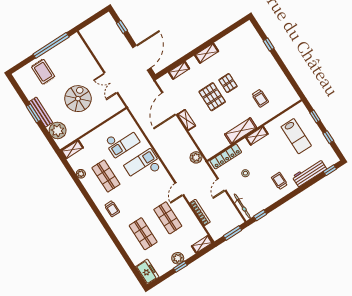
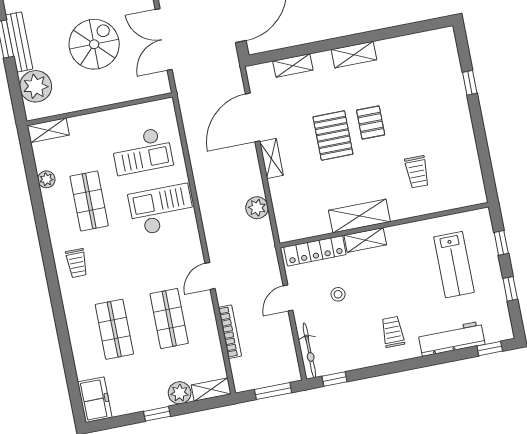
double door: (111, 83) -> (164, 39), width x1.37
shelving: (257, 136) -> (365, 240), moved
plant: (196, 157) -> (257, 208), moved
plant: (178, 258) -> (180, 393), moved

